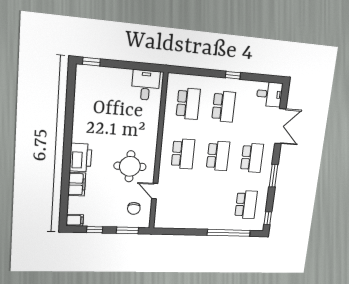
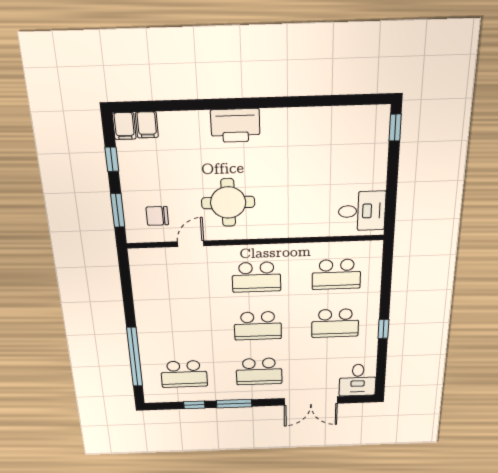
filing cabinet: (77, 184) -> (147, 125), moved, width x0.50
window: (268, 218) -> (194, 405), moved

